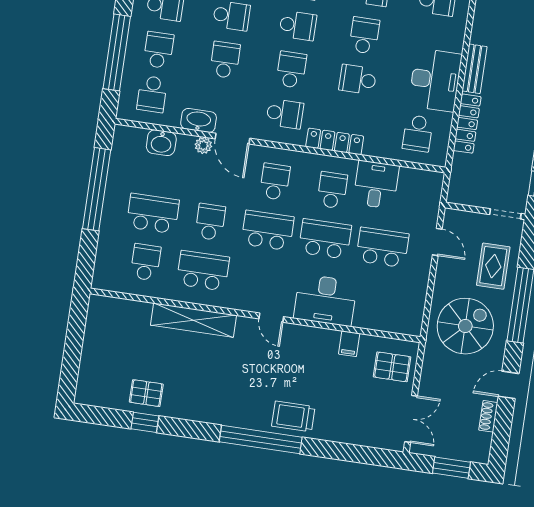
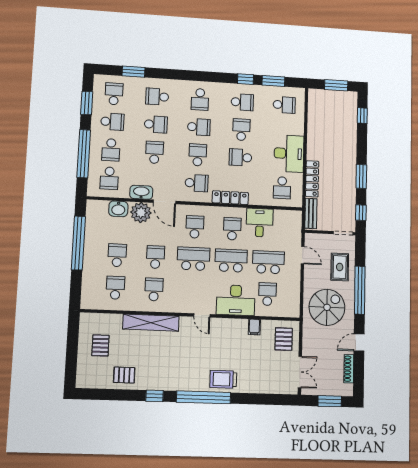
school desk: (159, 50) -> (111, 150), turned 180
bench: (474, 69) -> (311, 213), moved
plant: (203, 145) -> (141, 213), width x1.88, depth x1.88
school desk: (153, 213) -> (117, 255), width x0.54
school desk: (203, 271) -> (154, 289), width x0.54
school desk: (375, 296) -> (267, 294), added
pallet: (115, 346) -> (100, 345), added
pallet: (392, 367) -> (284, 339), turned 90
shoe rack: (488, 416) -> (349, 369), width x1.43
window: (145, 422) -> (155, 396), moved

